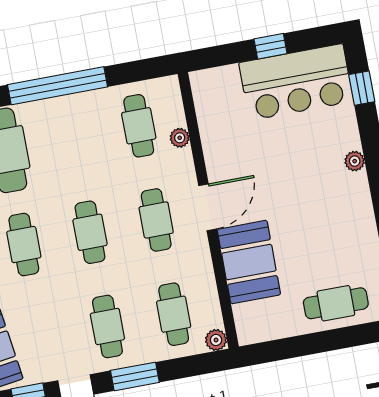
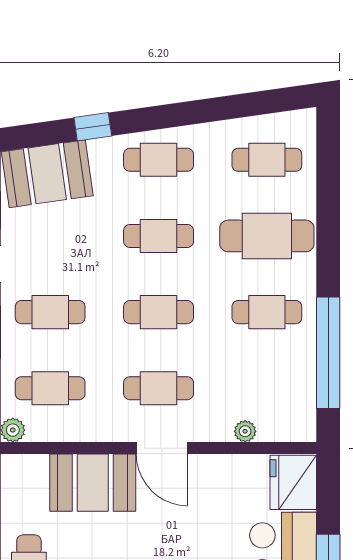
window: (58, 86) -> (328, 353), moved
fridge: (216, 88) -> (293, 482), added
cafe table: (139, 126) -> (267, 312), moved

